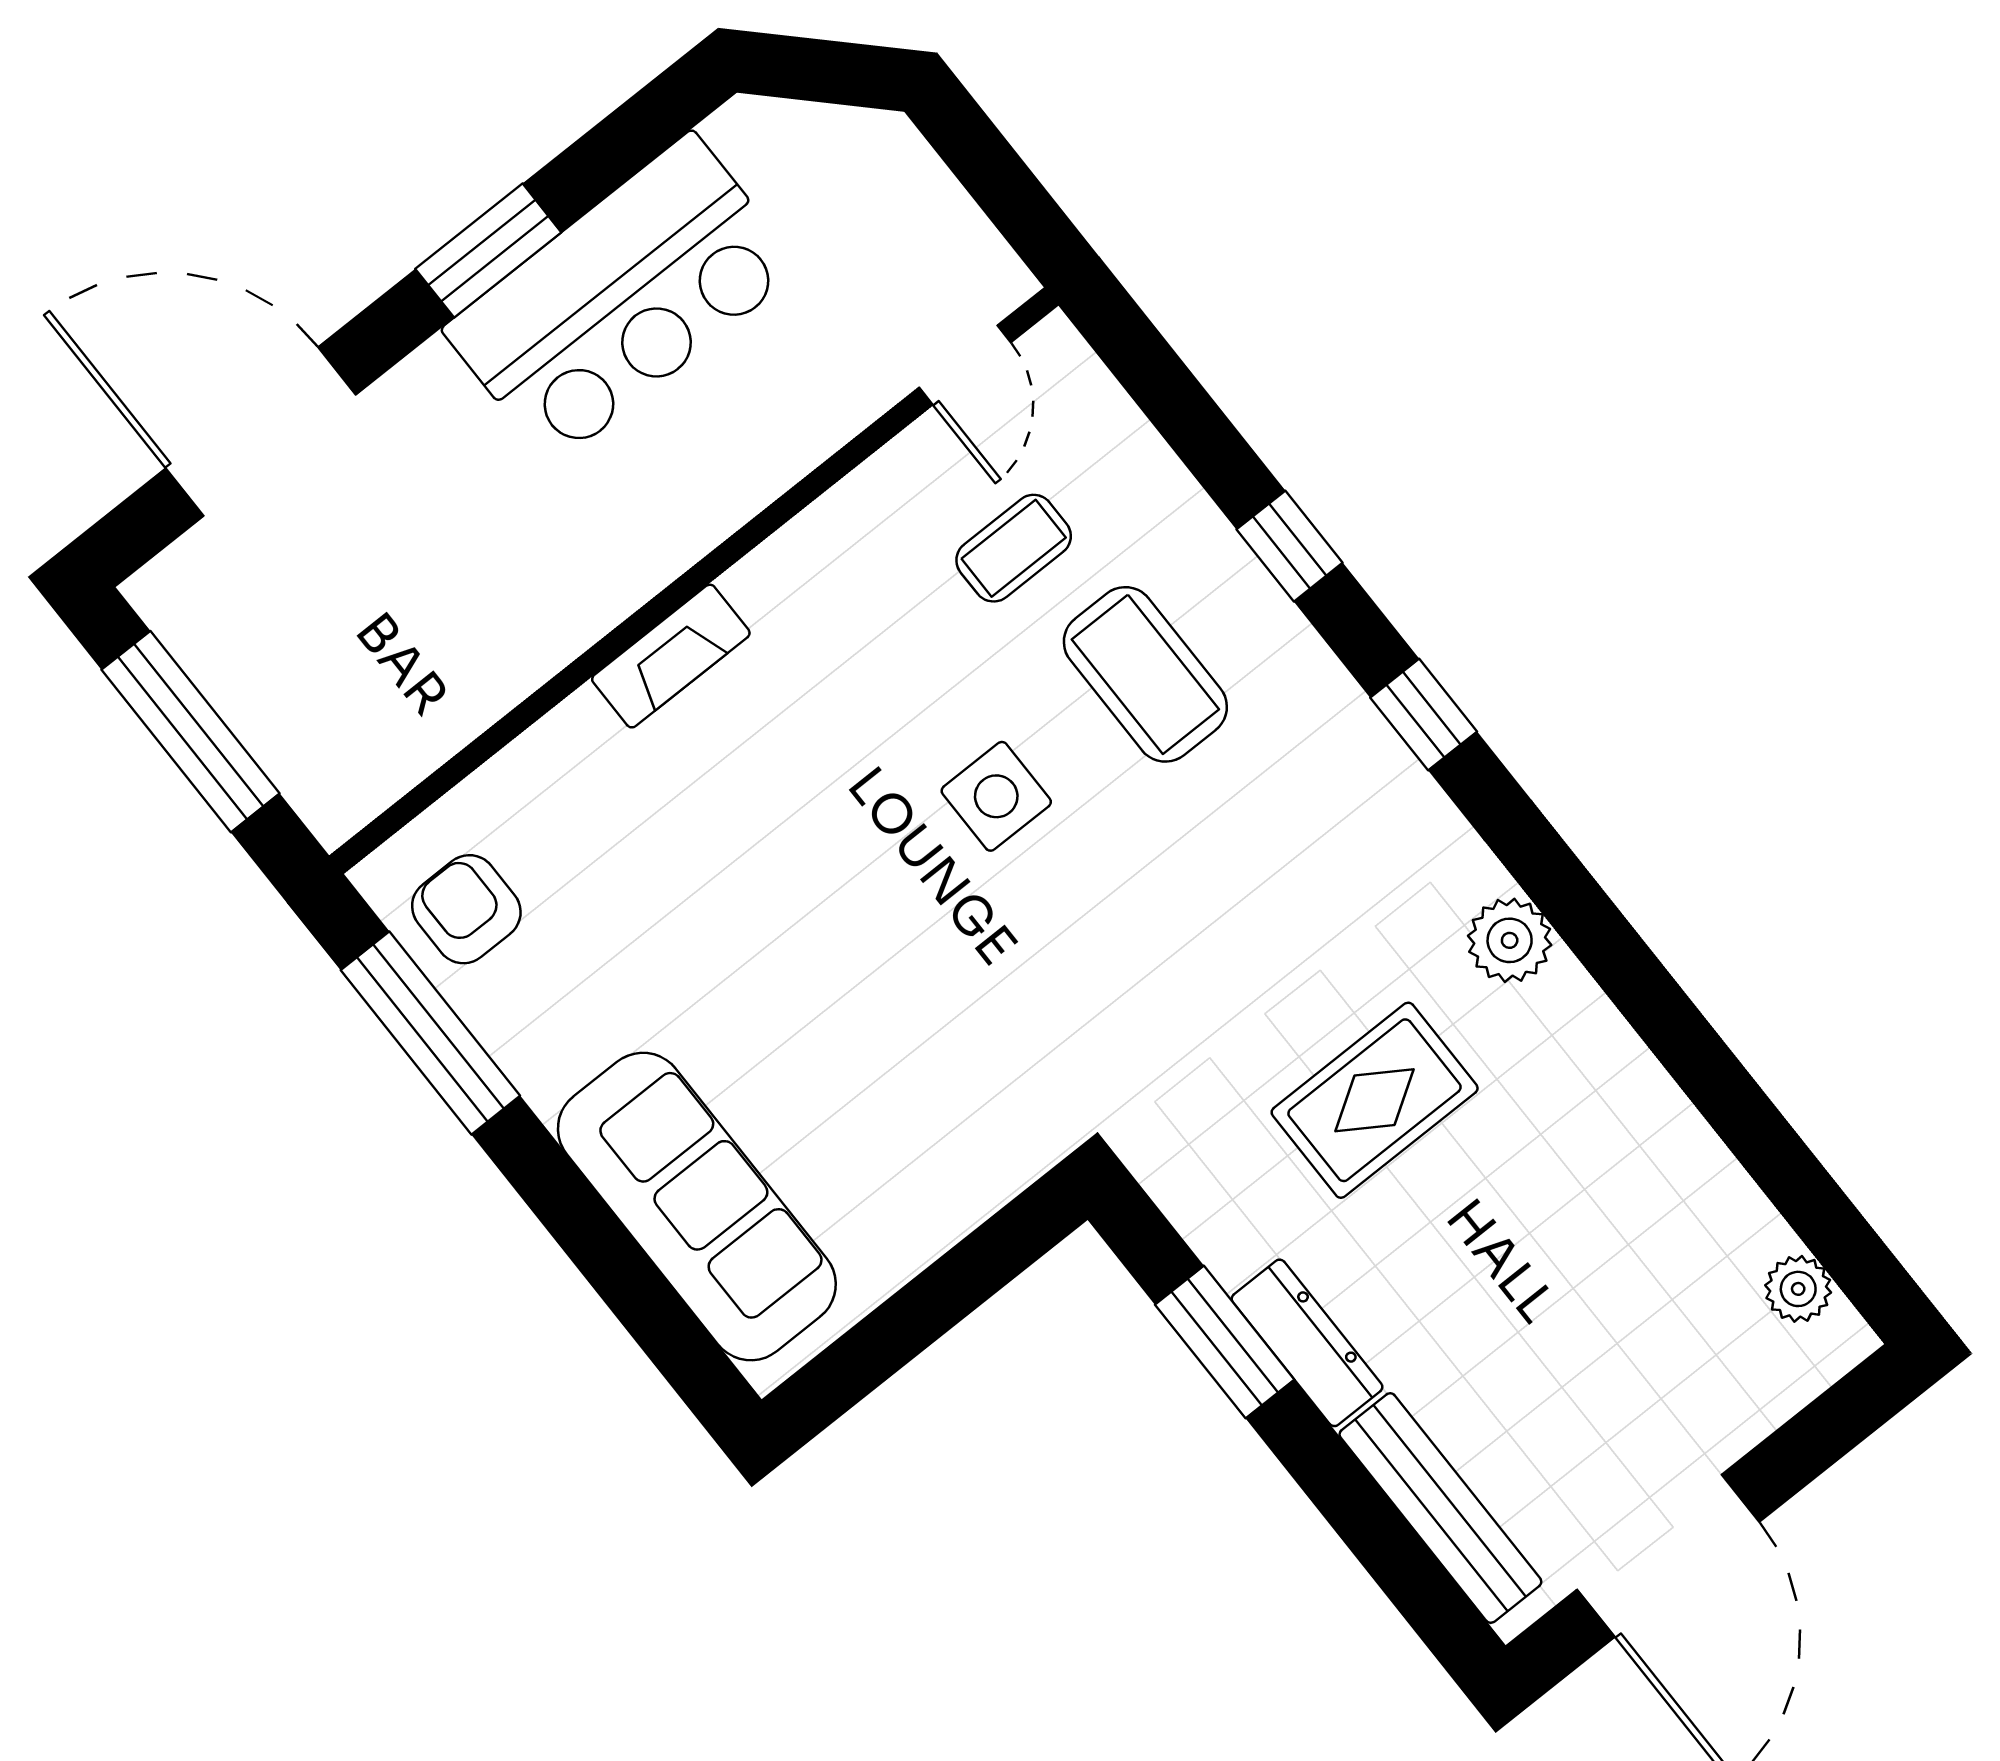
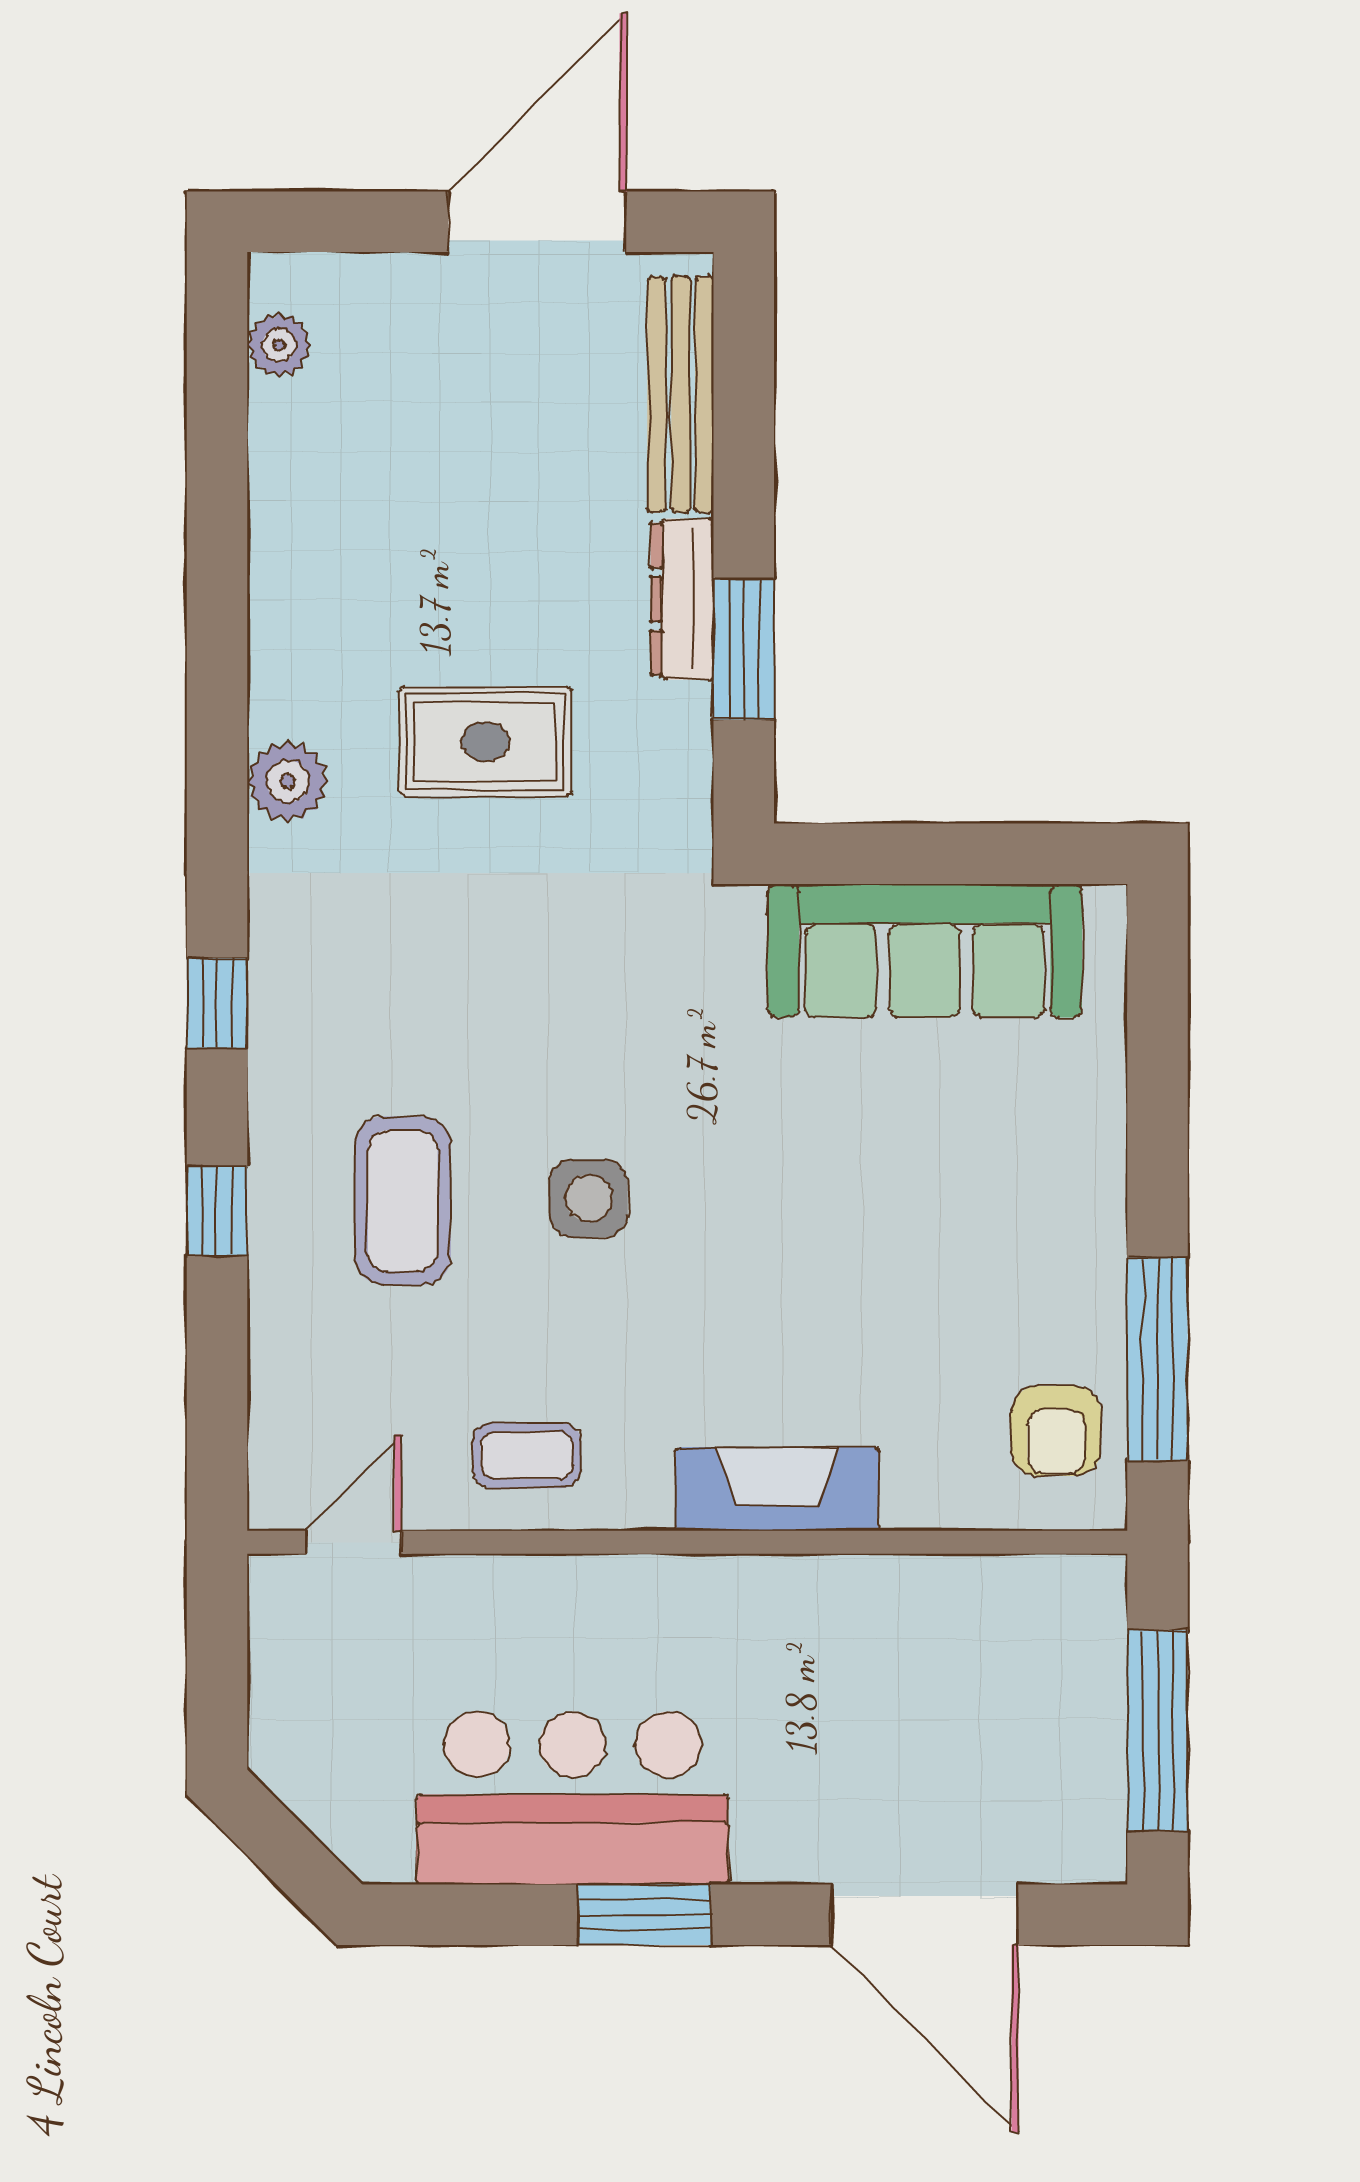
coffee table: (1014, 548) -> (527, 1455), moved
fireplace: (671, 656) -> (777, 1489), width x1.37, depth x1.32
sofa: (697, 1207) -> (925, 951), moved, turned -90

